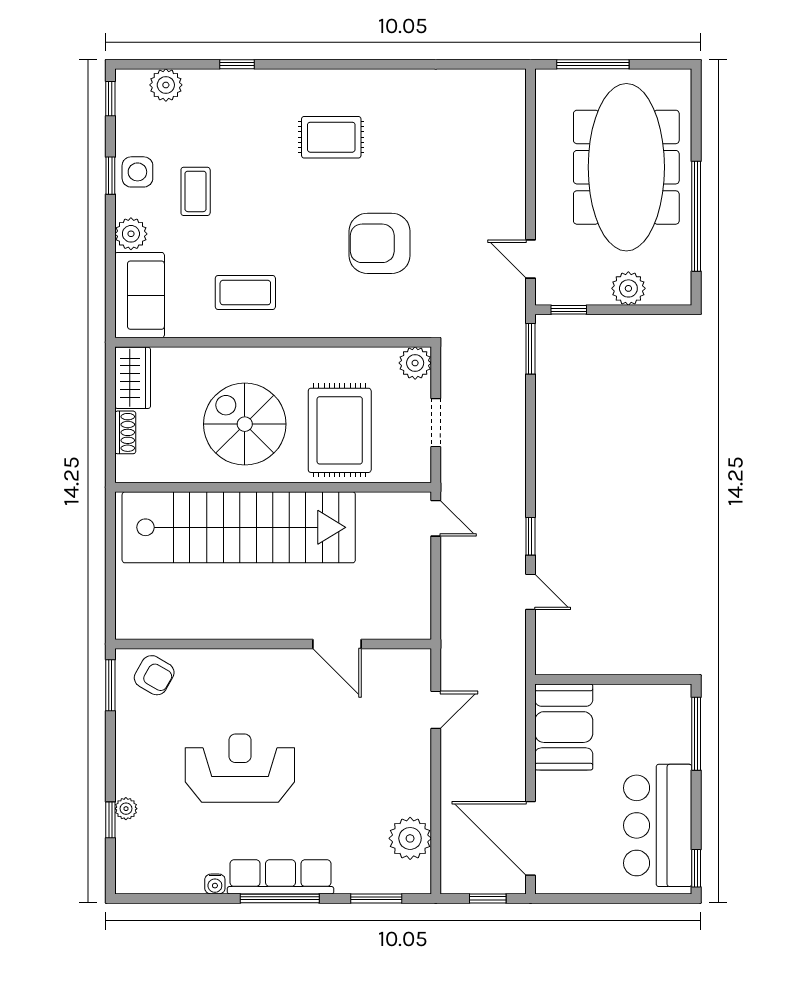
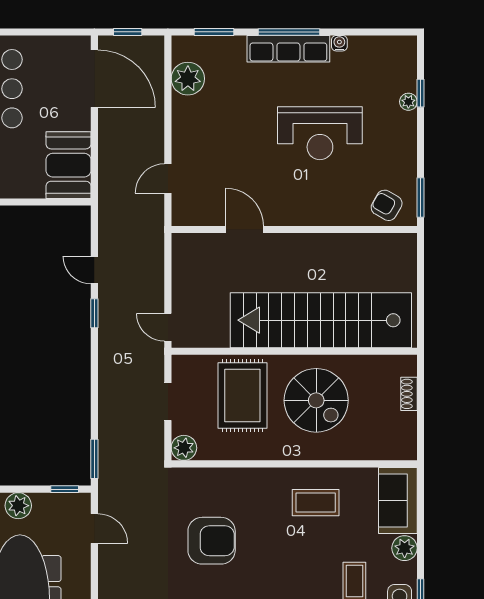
wardrobe: (133, 378) -> (403, 436), removed

